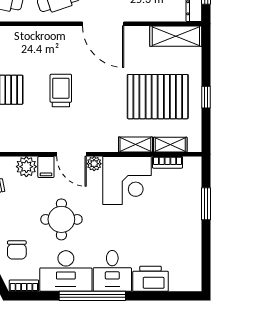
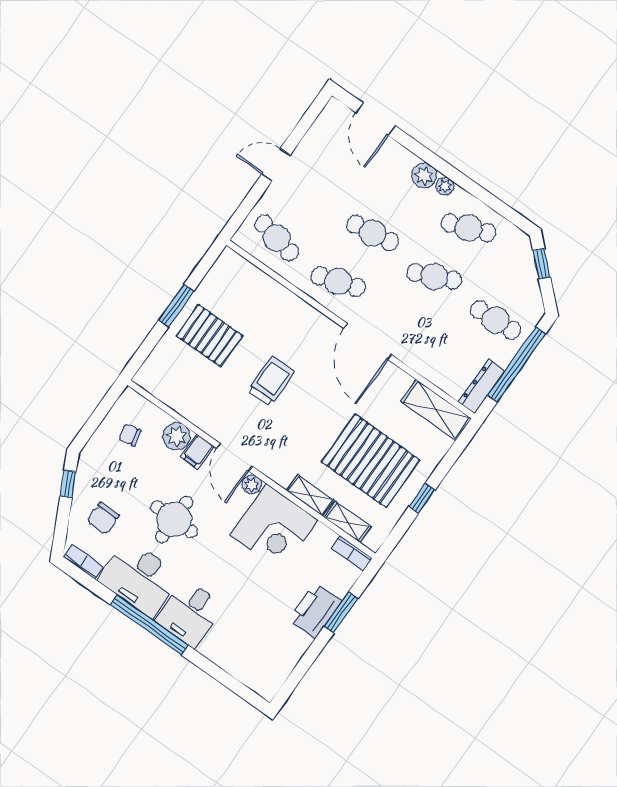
bookcase: (168, 162) -> (352, 553), moved
printer: (150, 279) -> (315, 610), moved, turned -90

